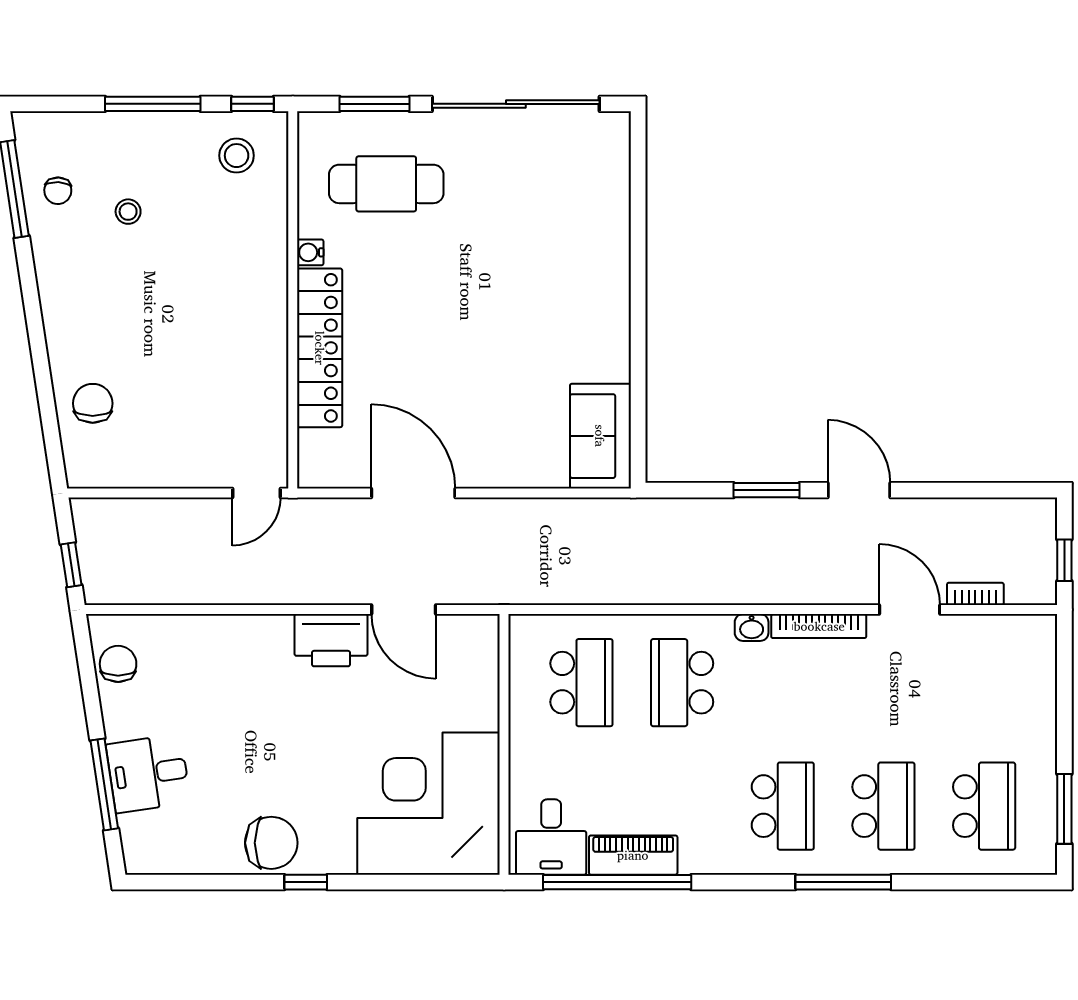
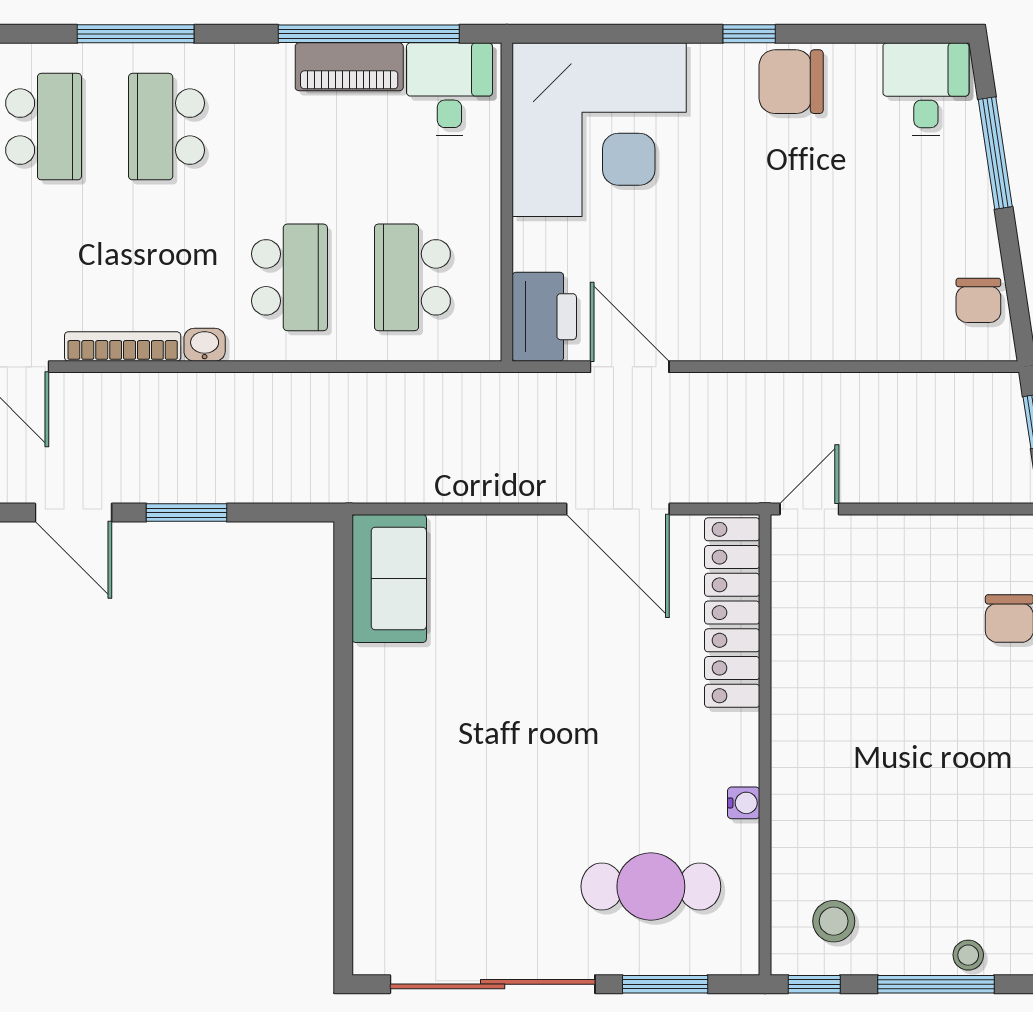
stool: (128, 212) -> (968, 955), moved
locker: (320, 348) -> (732, 613), moved
printer: (331, 640) -> (544, 317), moved, turned 90
desk: (148, 773) -> (926, 89), moved, turned -81
school desk: (883, 806) -> (44, 127), turned 180
window: (843, 882) -> (136, 34), moved

